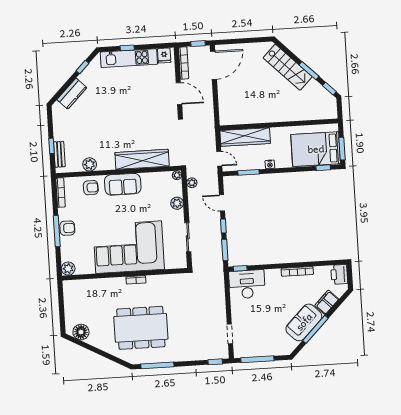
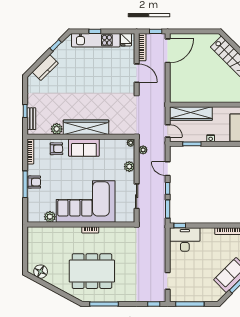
wardrobe: (142, 159) -> (86, 127), moved
plant: (68, 269) -> (50, 217), moved

